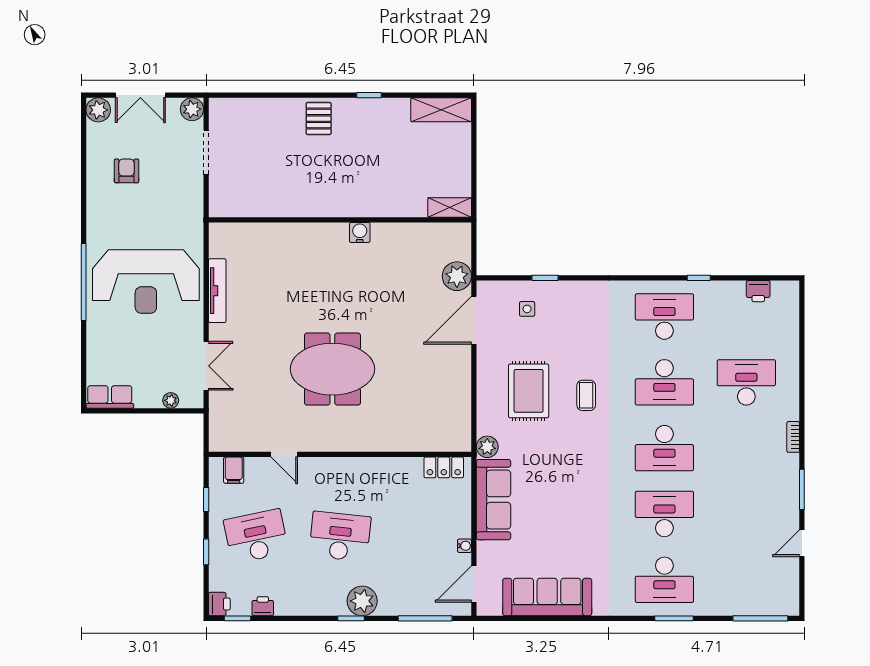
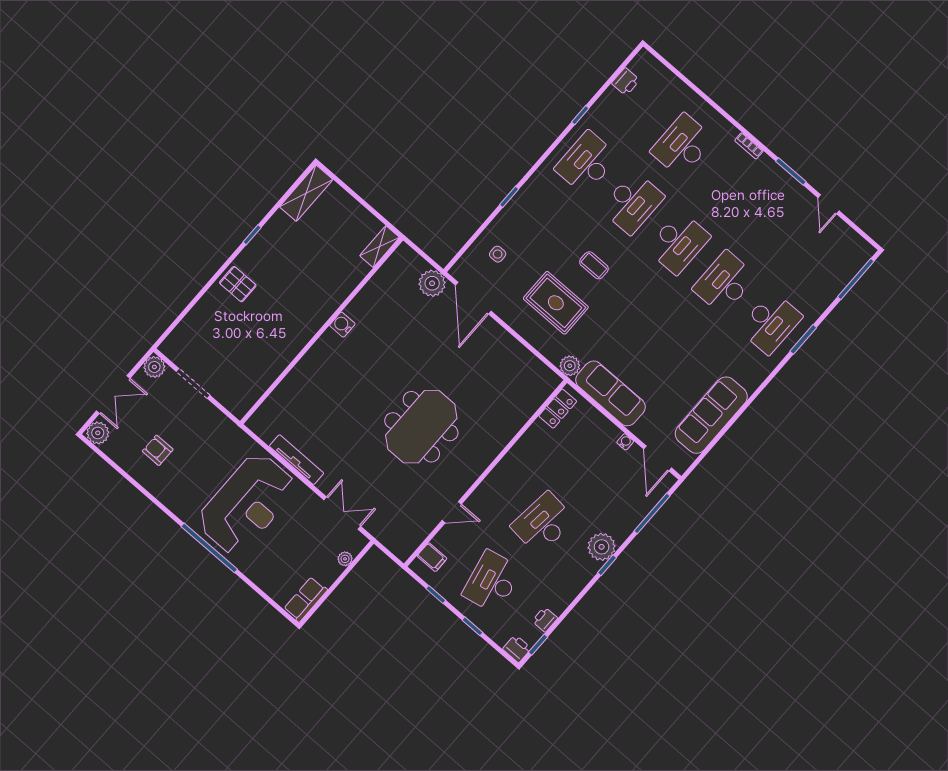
window: (545, 278) -> (509, 197), moved

